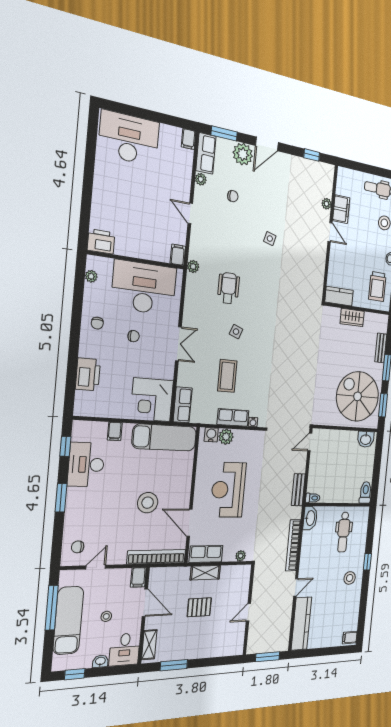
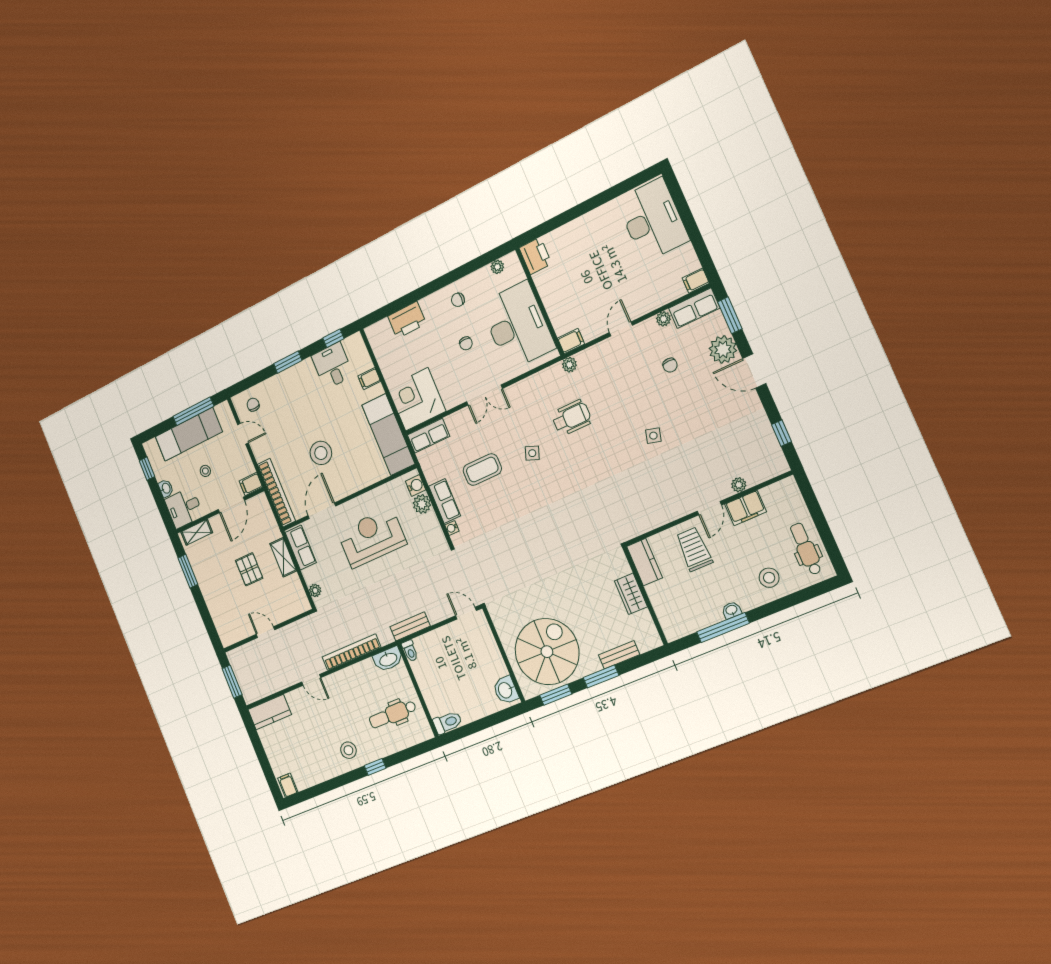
trolley: (377, 287) -> (694, 549), moved, turned 90
desk: (86, 465) -> (332, 366), width x0.73
kitchen counter: (301, 624) -> (270, 712), width x0.67

